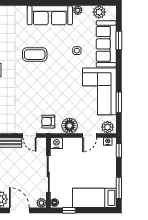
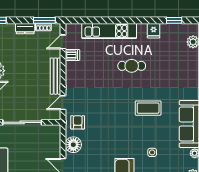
coffee table: (35, 55) -> (148, 108), turned 90
nightstand: (56, 143) -> (55, 131), removed

